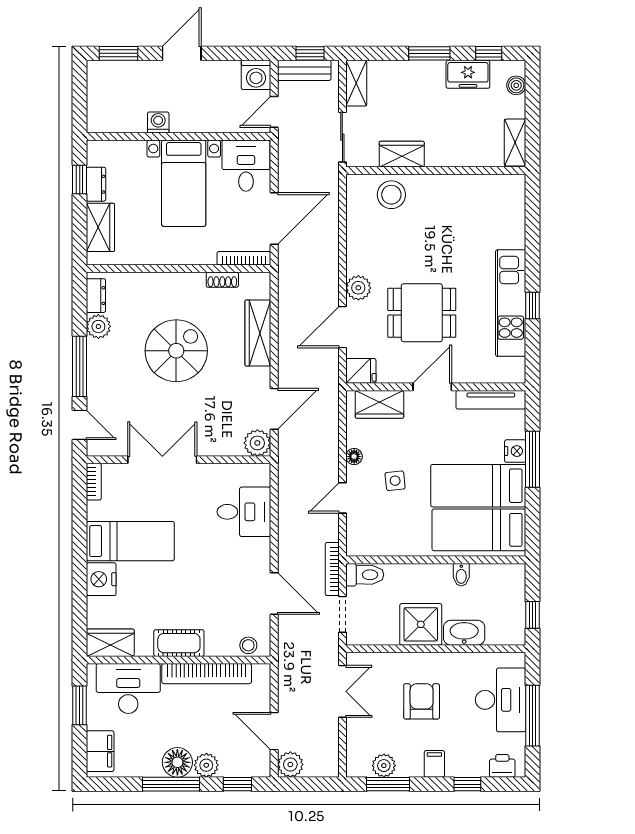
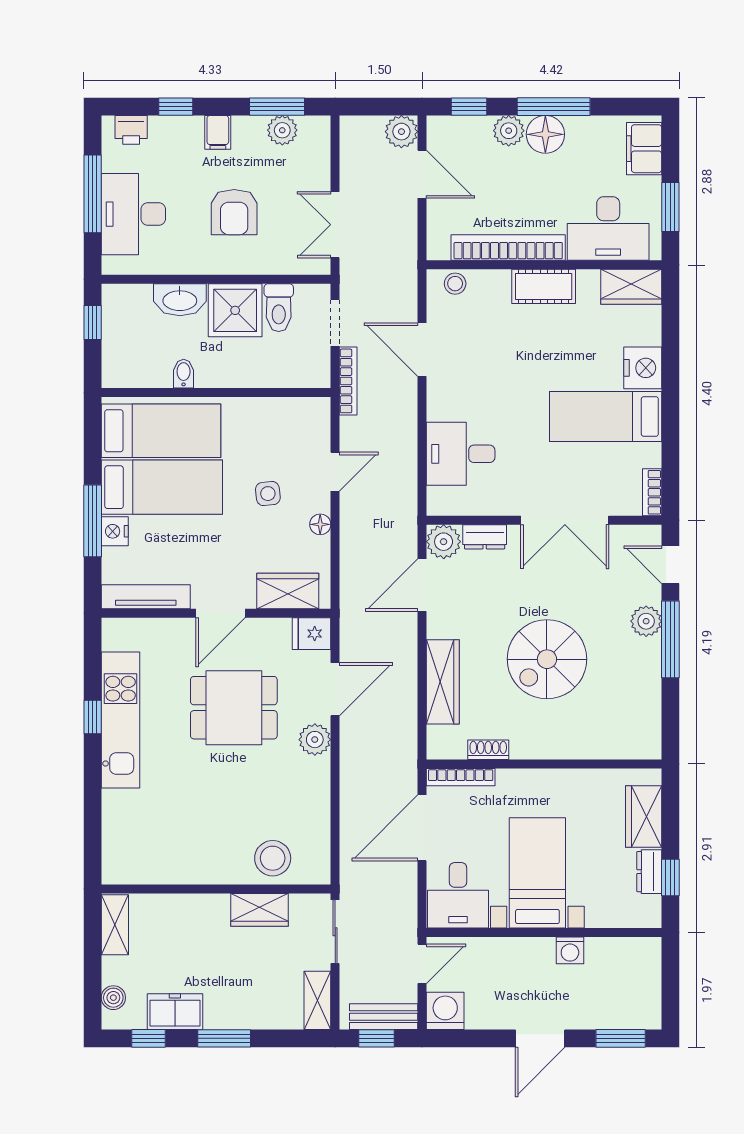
dresser: (96, 296) -> (485, 537), moved, turned -90
plant: (98, 326) -> (646, 621), moved
toilet: (365, 575) -> (279, 308), moved, turned -90

